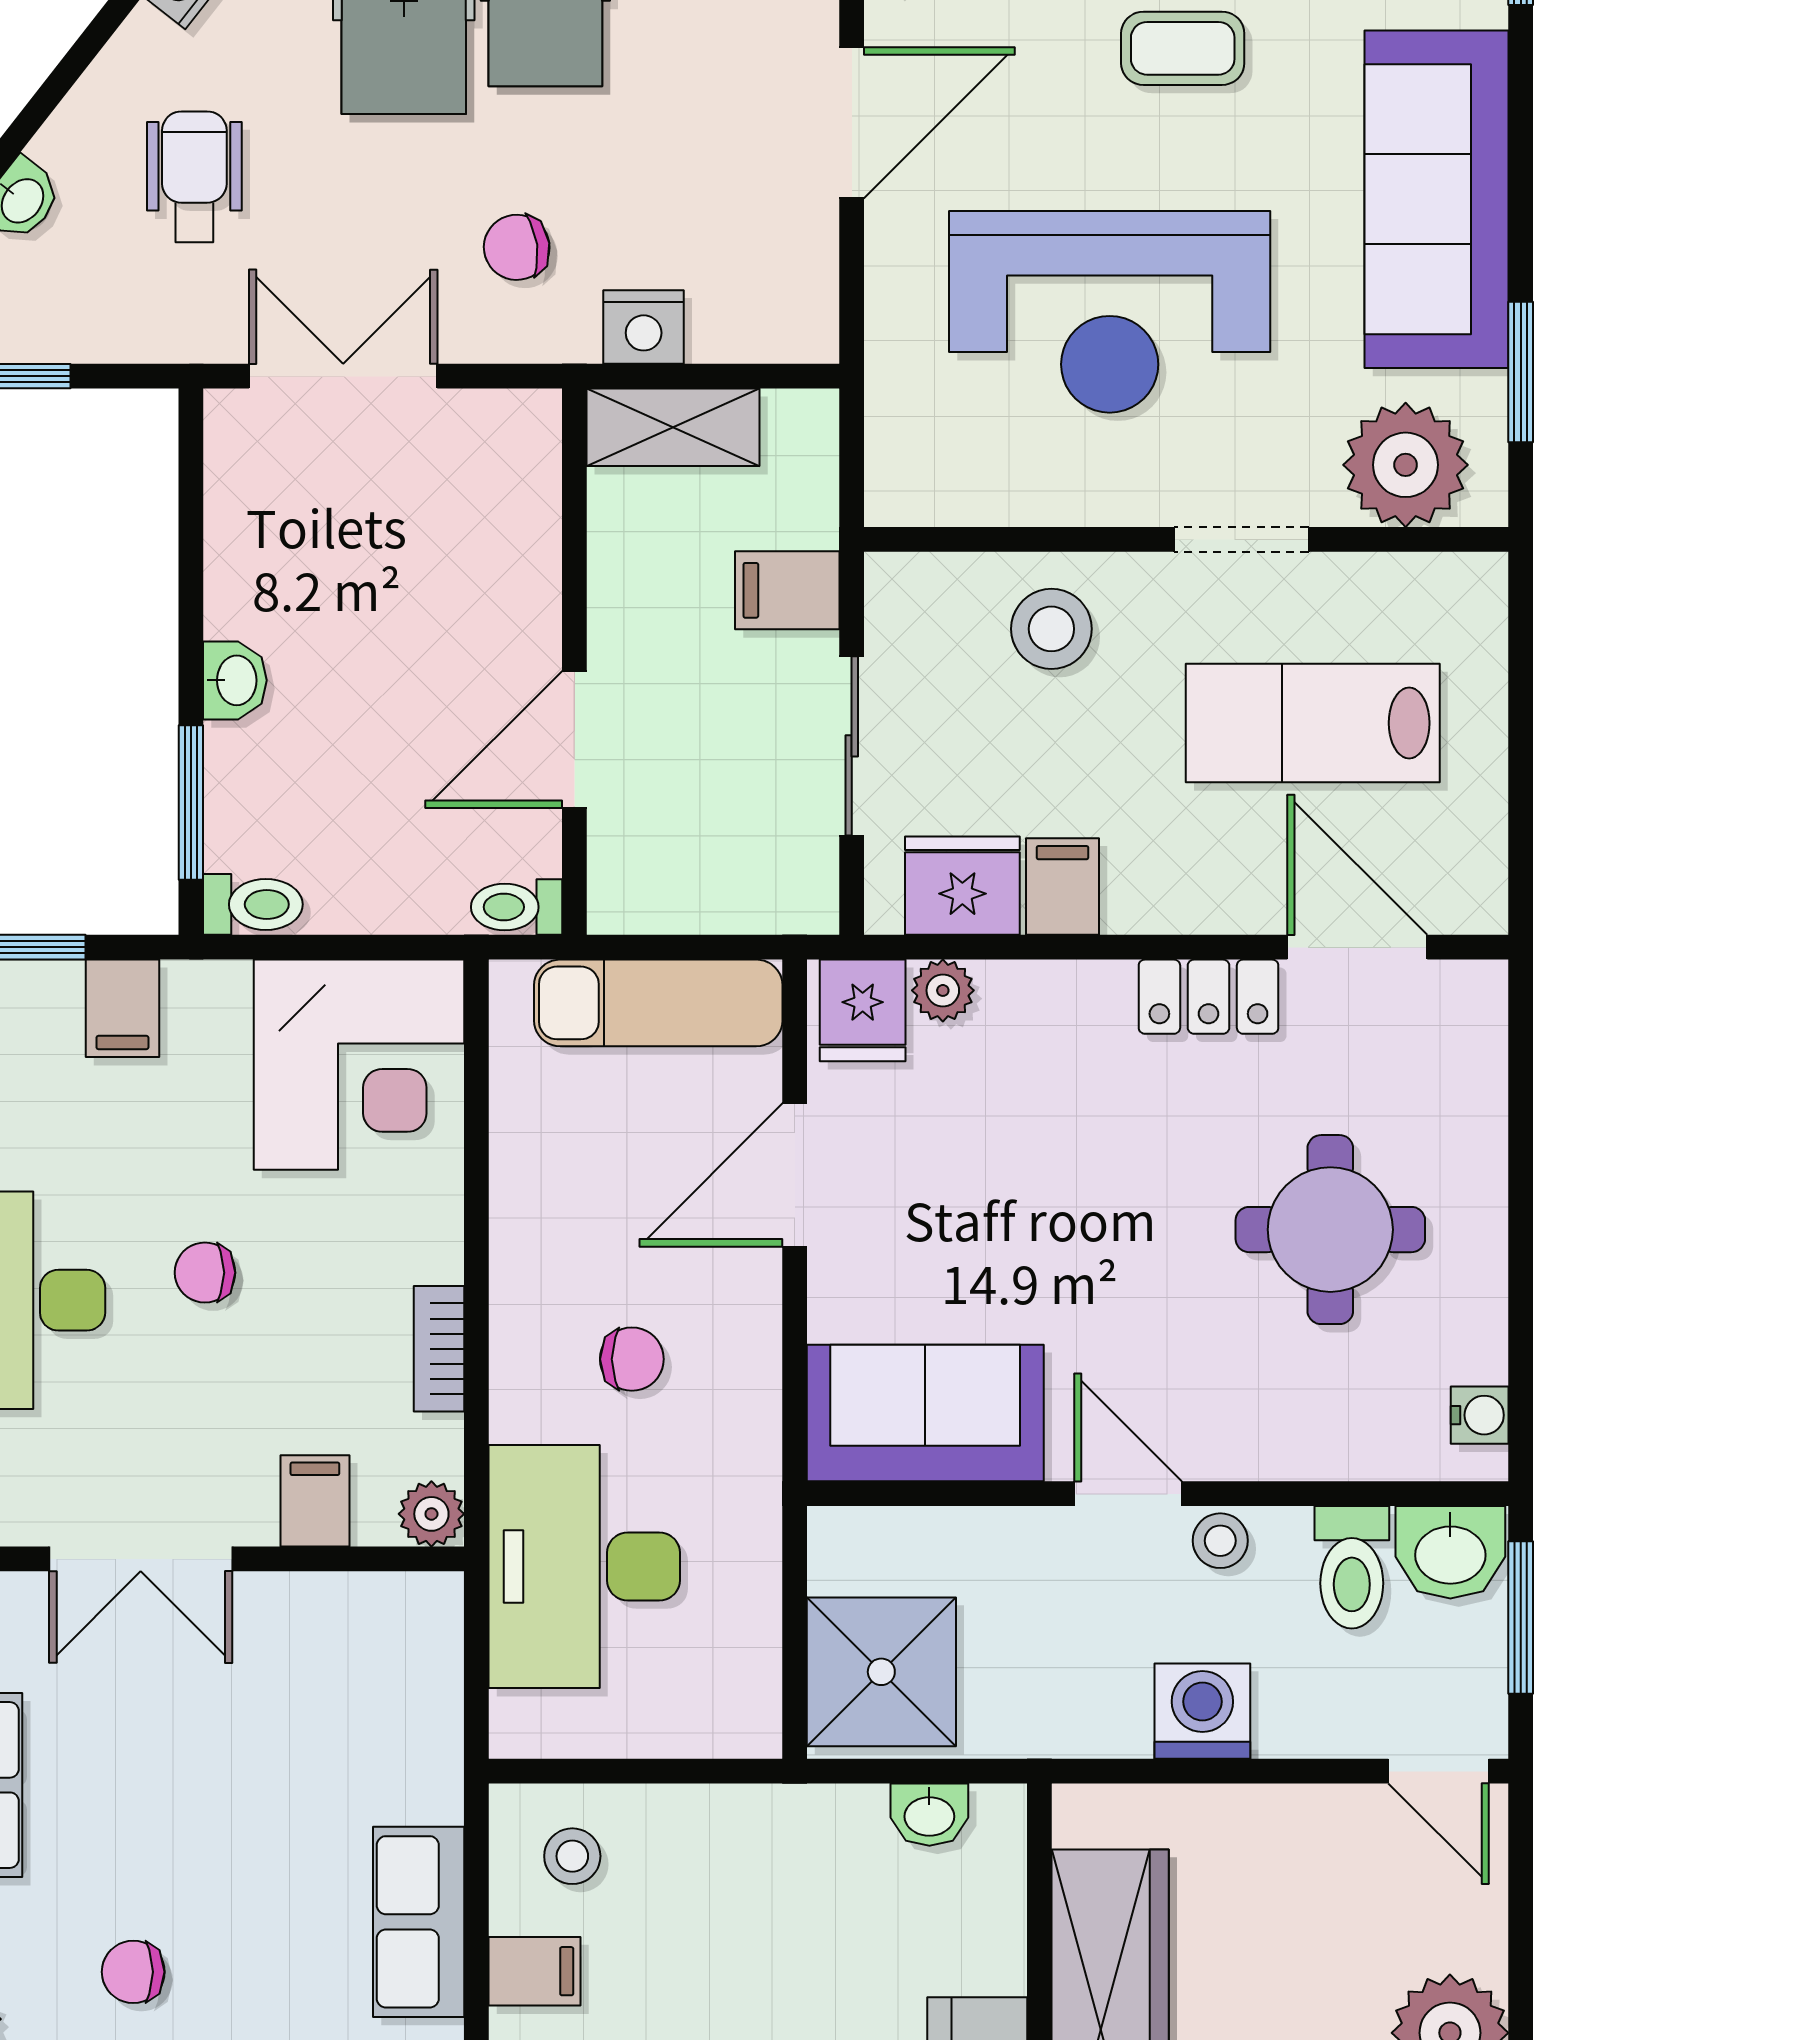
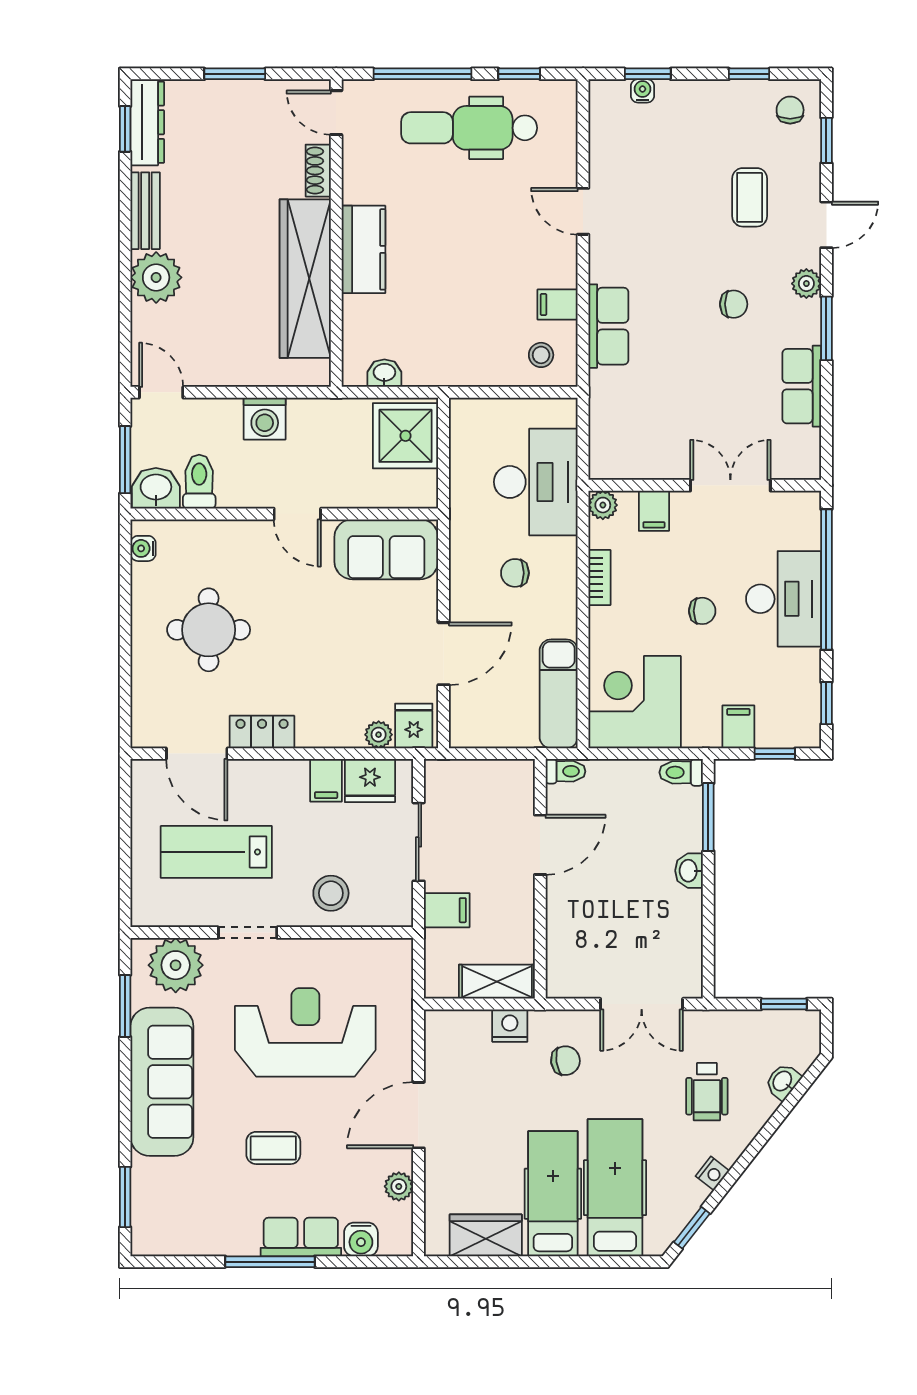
lab bench: (1313, 723) -> (216, 852), turned 180
exam couch: (658, 1003) -> (559, 694), moved, turned -90
stool: (1220, 1541) -> (257, 493), removed

